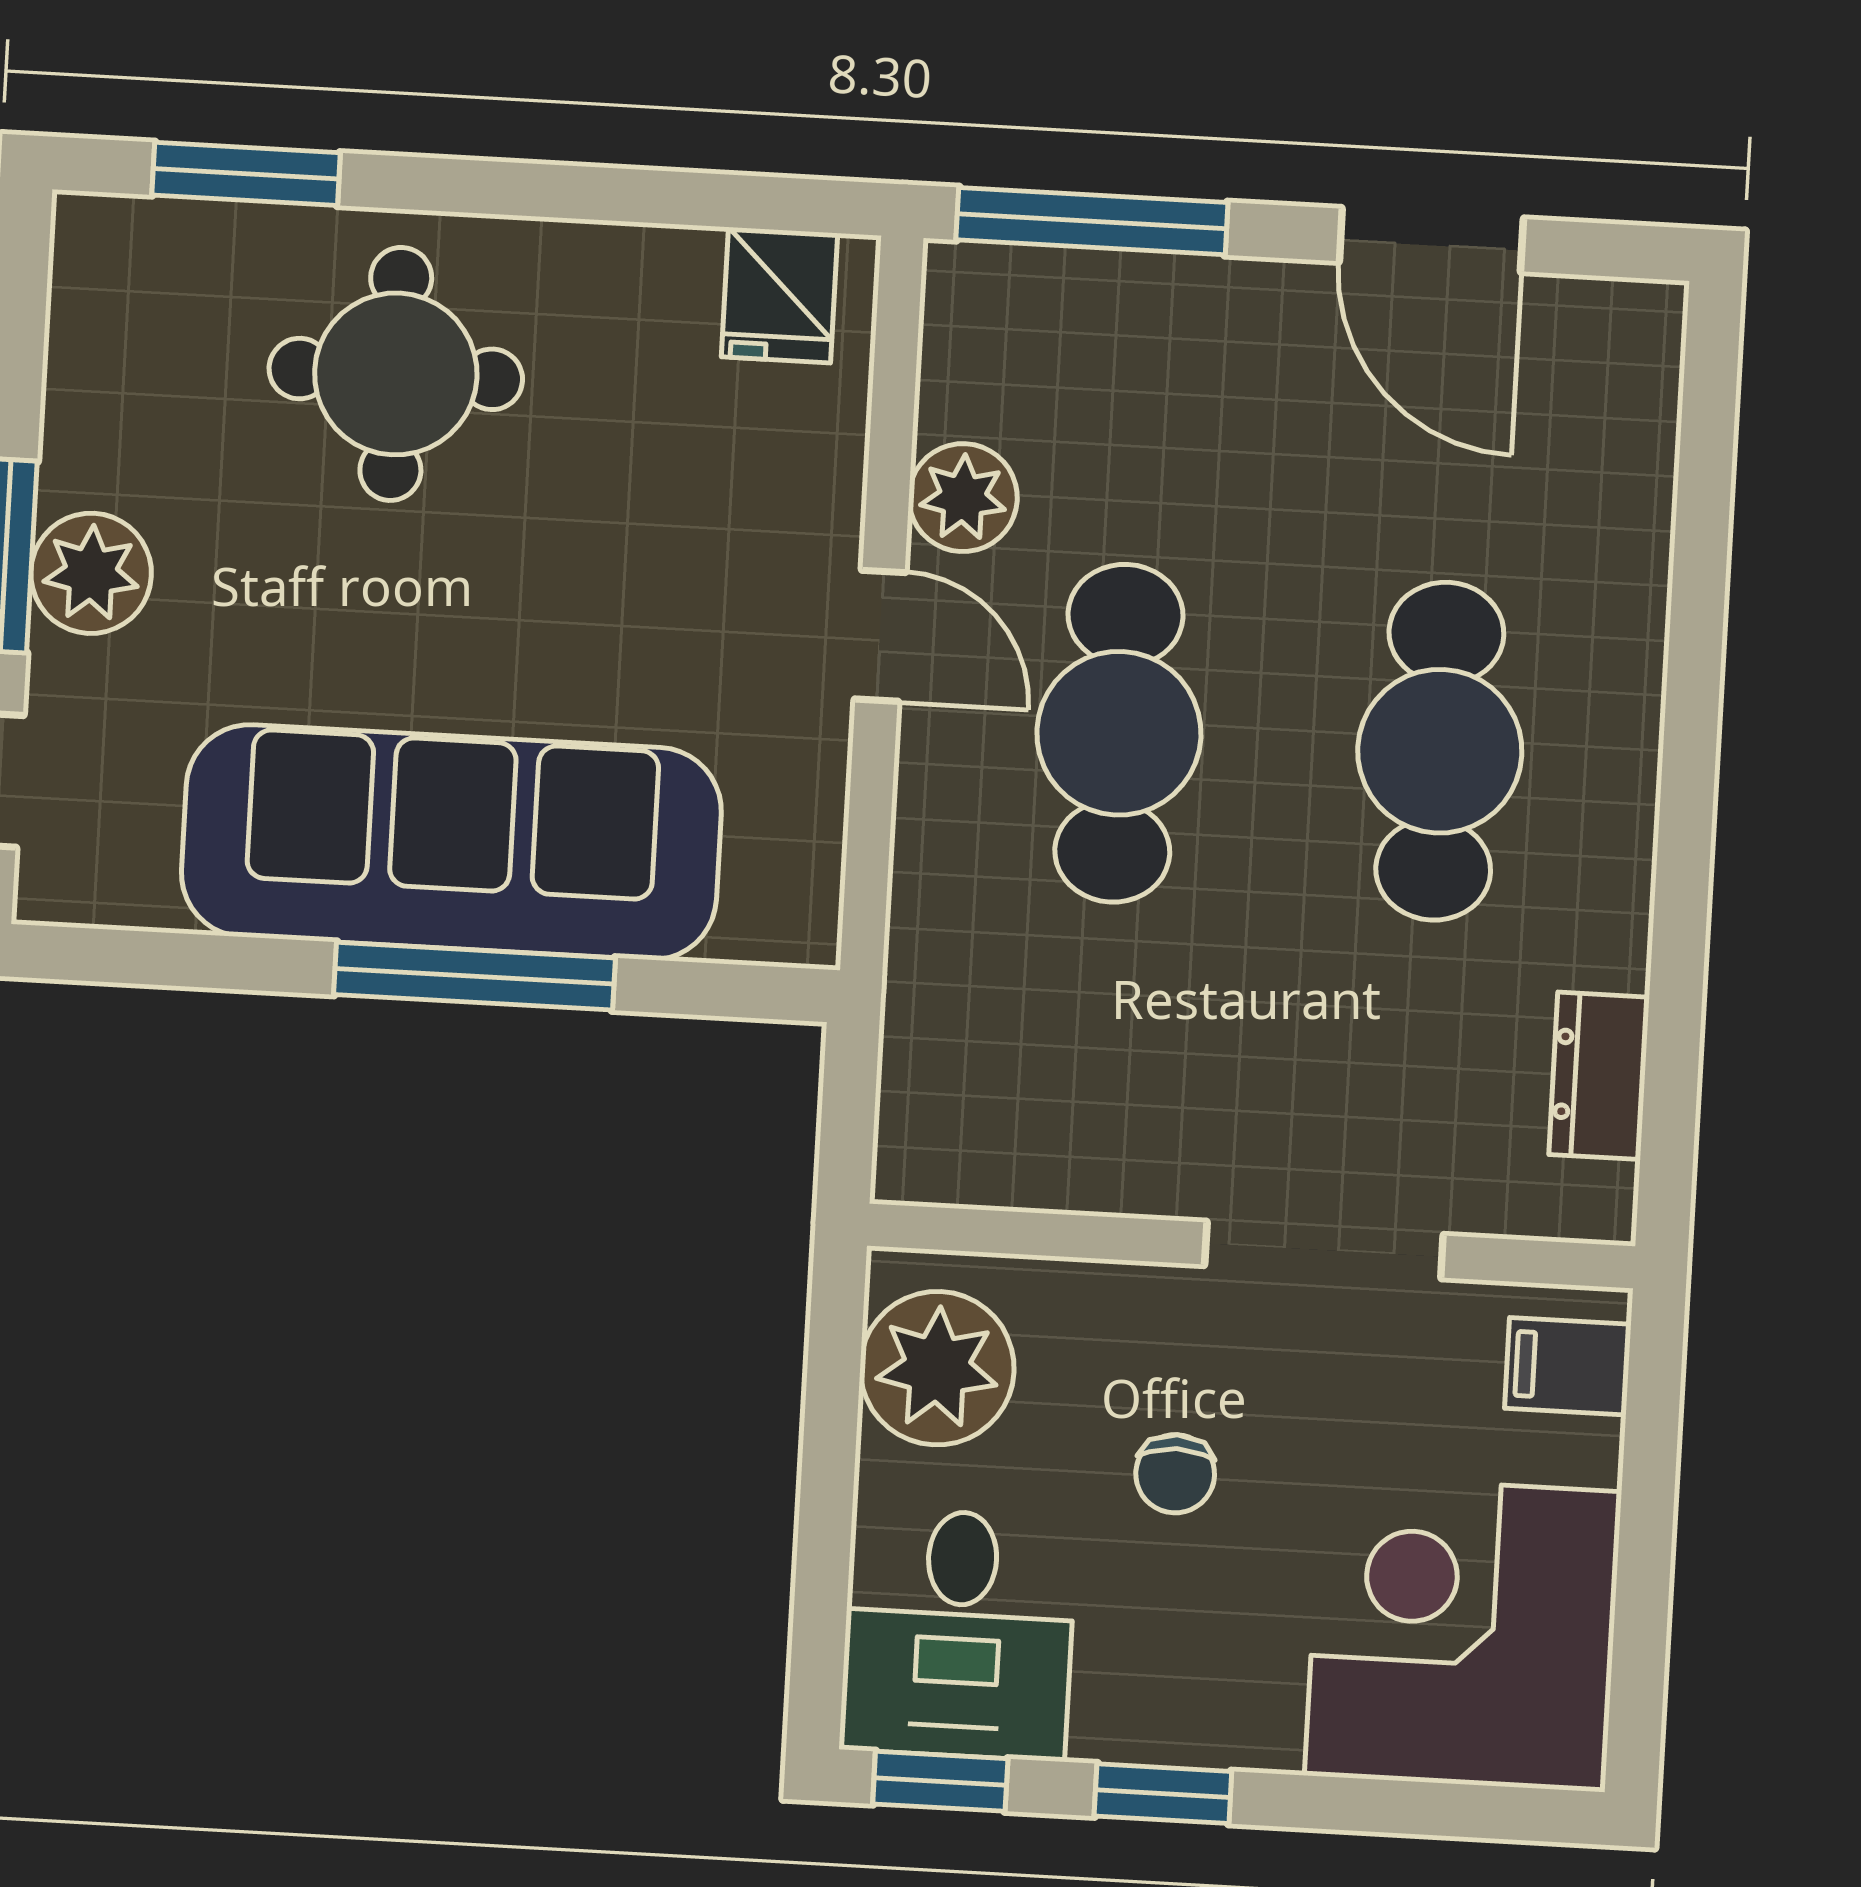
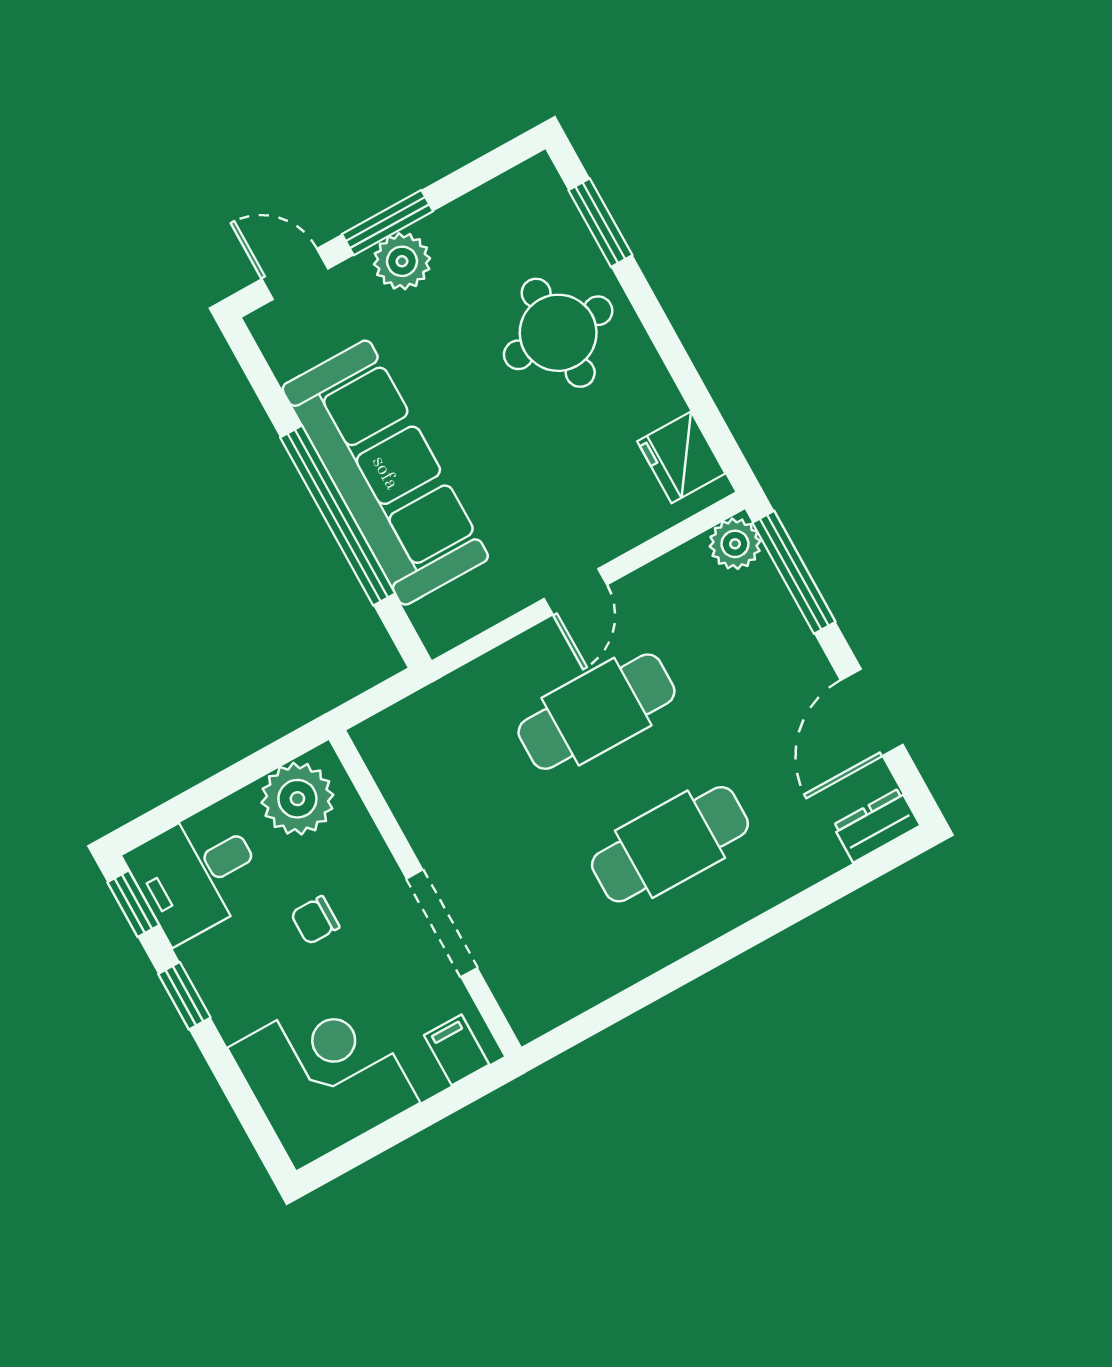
fridge: (780, 295) -> (681, 457), width x1.38
plant: (963, 498) -> (735, 544), moved
window: (474, 976) -> (338, 516), width x1.46
dresser: (1599, 1076) -> (876, 825), moved

